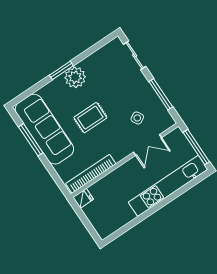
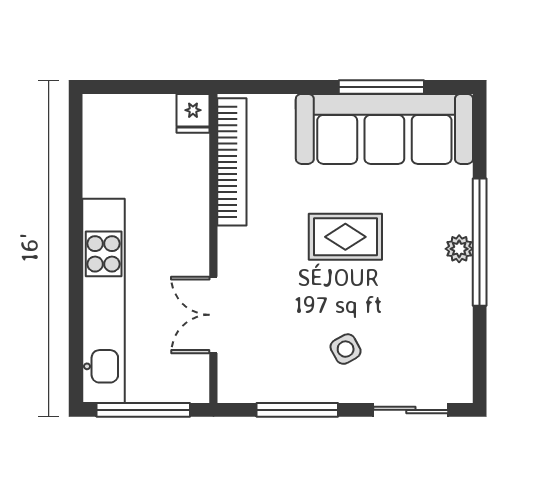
window: (61, 70) -> (480, 242), width x2.11
plant: (75, 77) -> (459, 249), width x0.53, depth x0.53
rug: (90, 118) -> (345, 237), turned 90
side table: (137, 118) -> (346, 349), moved

